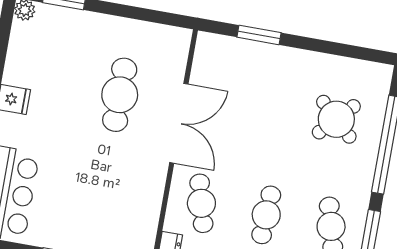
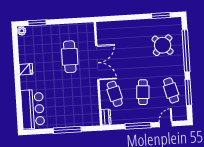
window: (259, 35) -> (161, 15), moved

